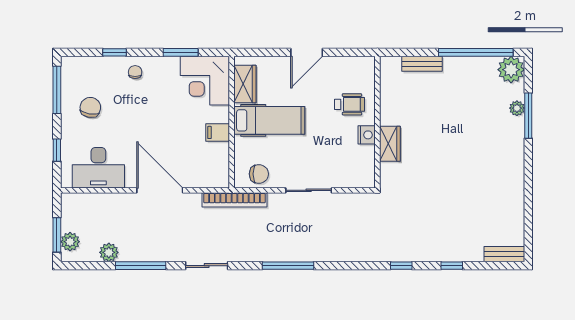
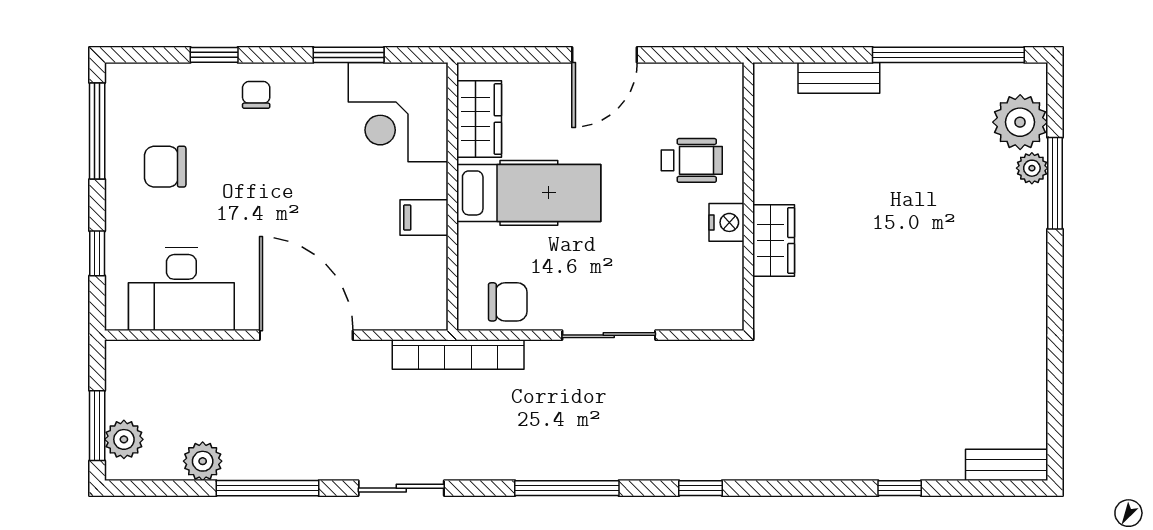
plant: (511, 70) -> (1020, 122), moved
chair: (90, 107) -> (165, 167), turned -100
window: (401, 266) -> (700, 488), moved

